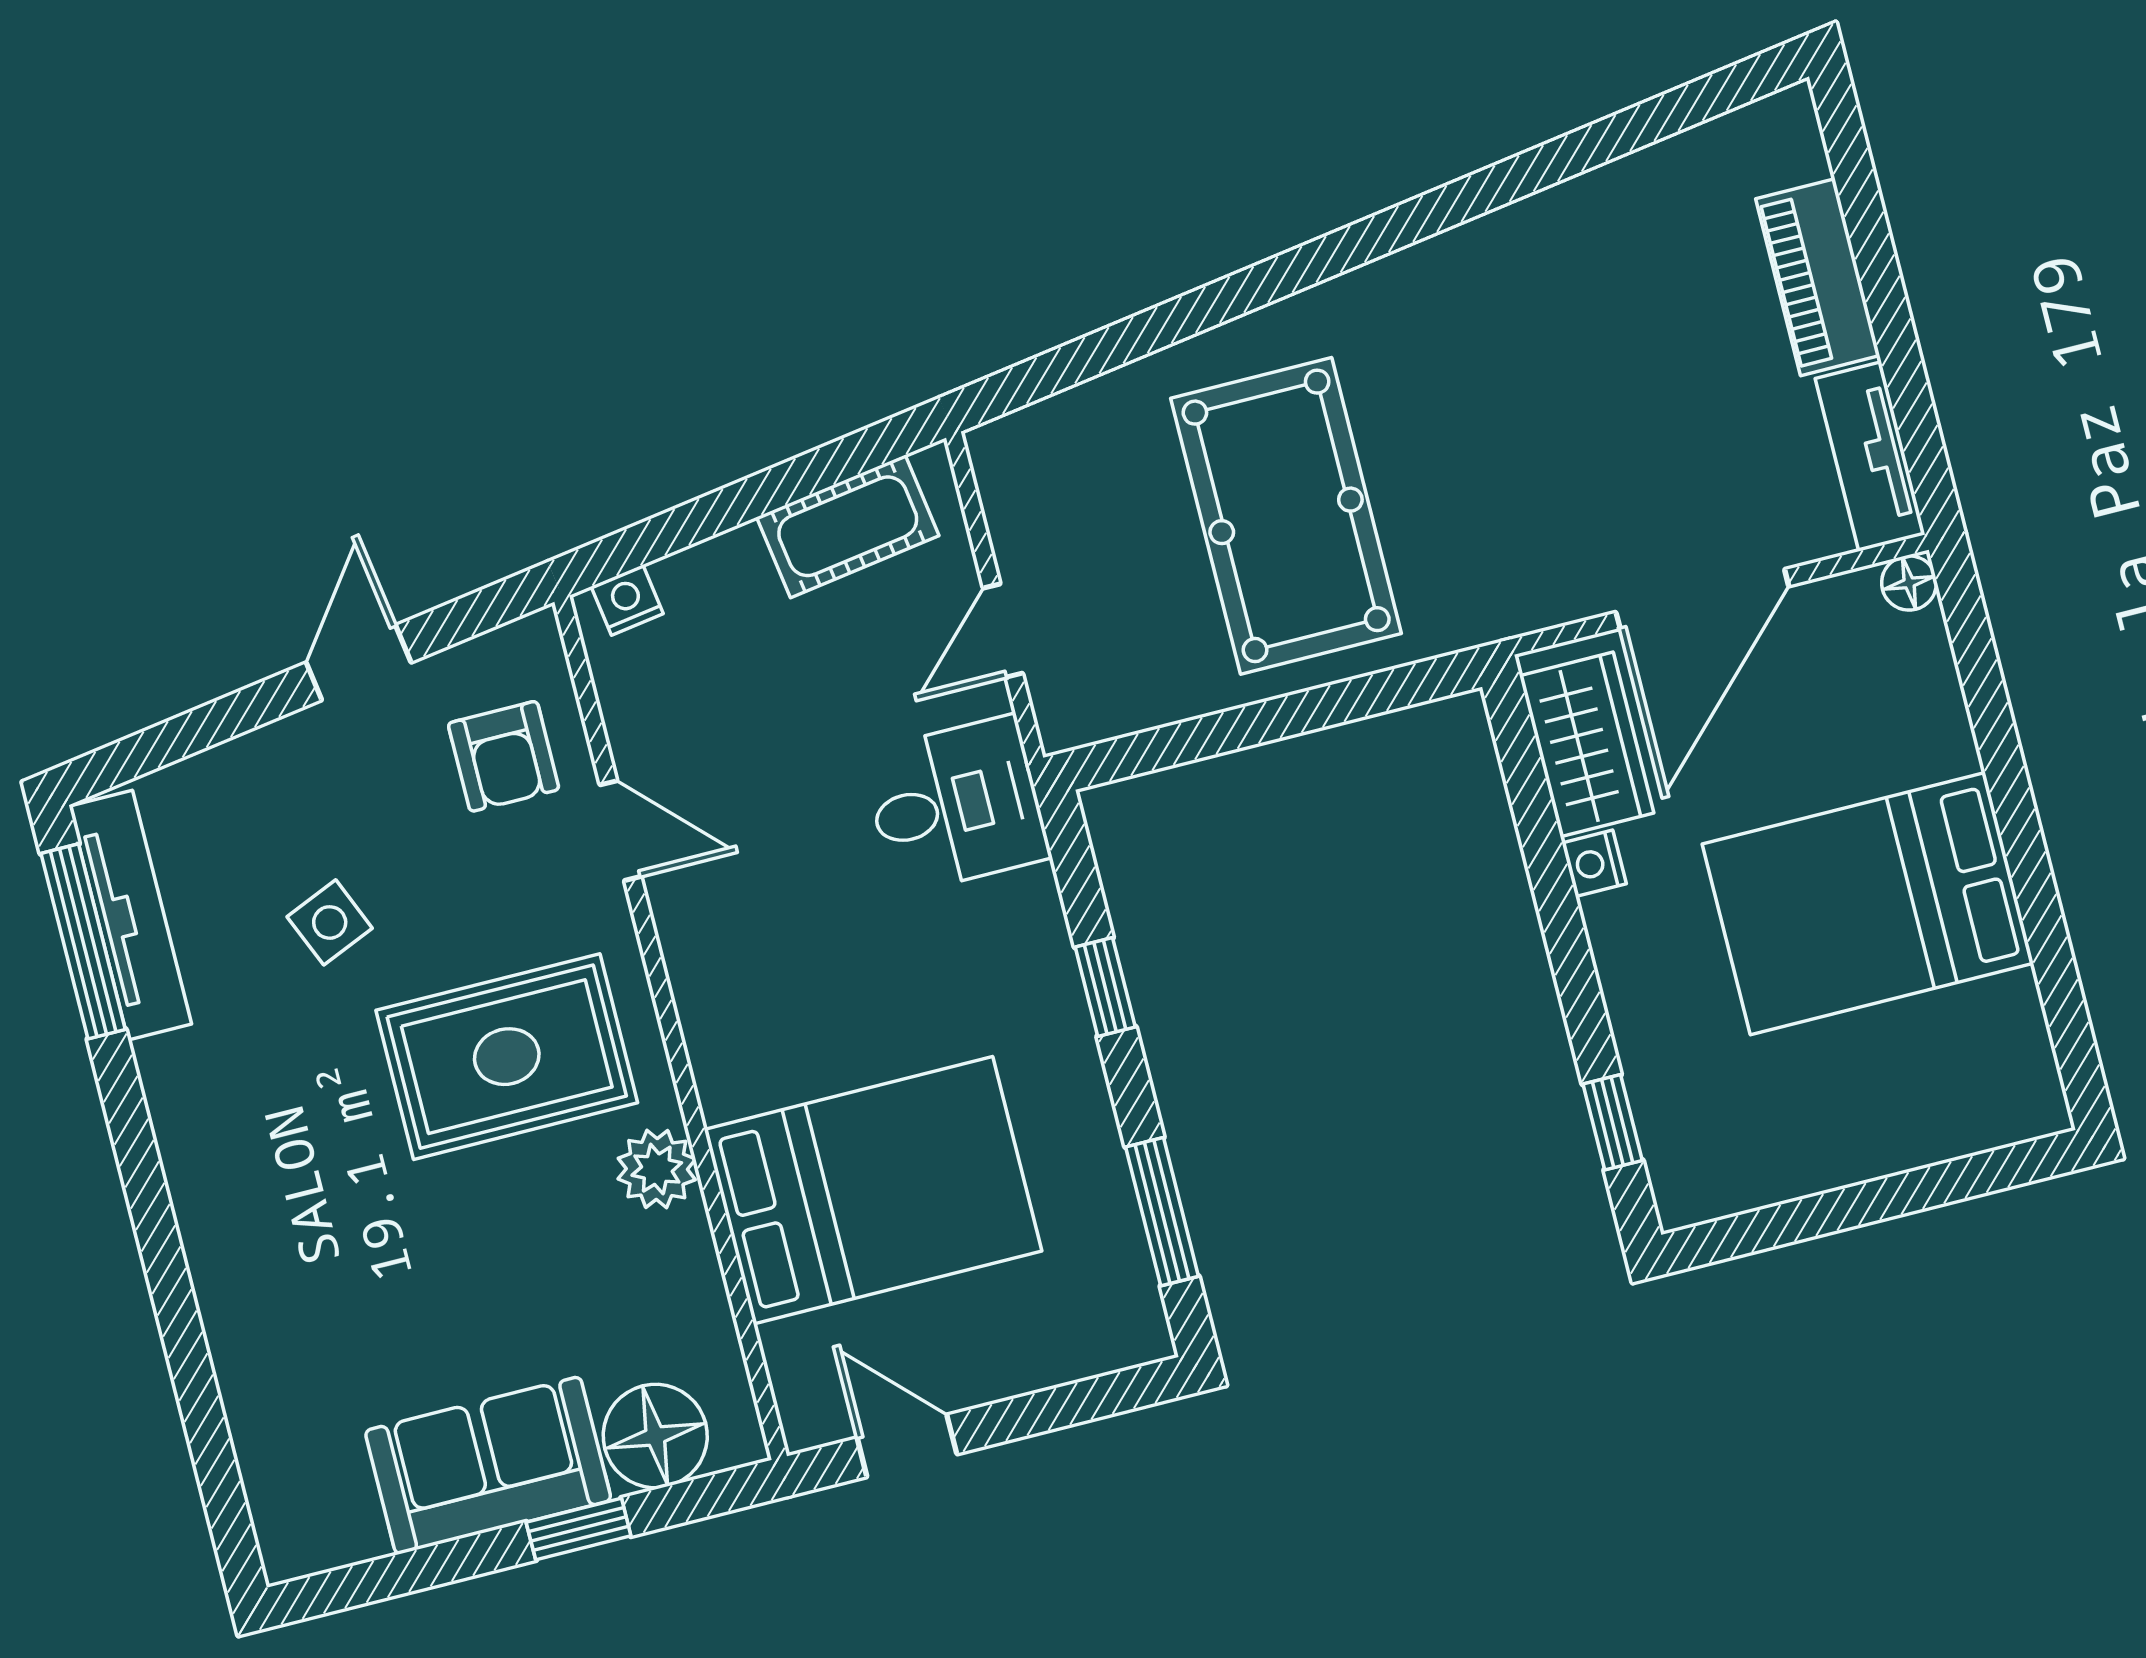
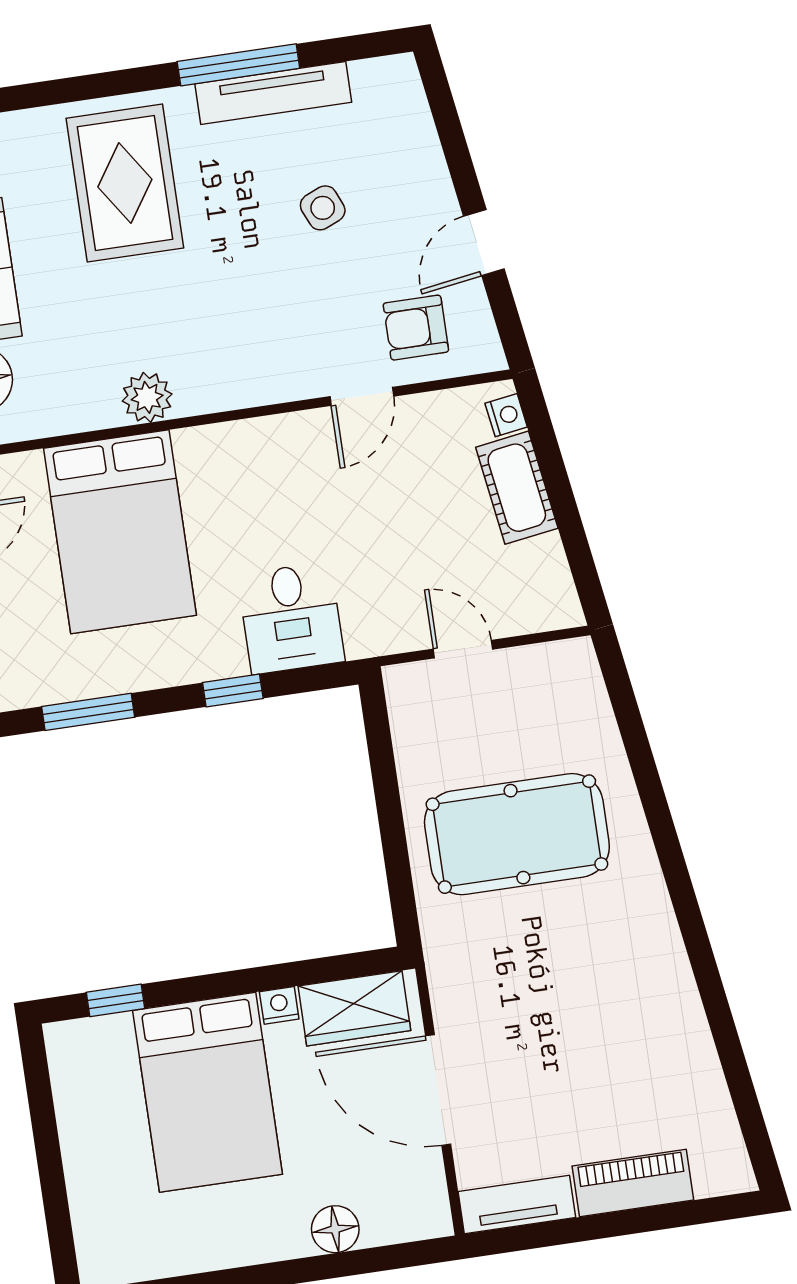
cot: (848, 526) -> (517, 488), moved
floor lamp: (1909, 583) -> (335, 1229), moved, width x1.37, depth x1.37
door: (359, 663) -> (484, 243), swing flipped
desk: (956, 805) -> (291, 618), moved
bed: (1868, 904) -> (208, 1092), moved, turned 180
tv unit: (130, 915) -> (273, 93), moved
window: (83, 941) -> (238, 65), moved
rug: (507, 1057) -> (125, 183), moved

